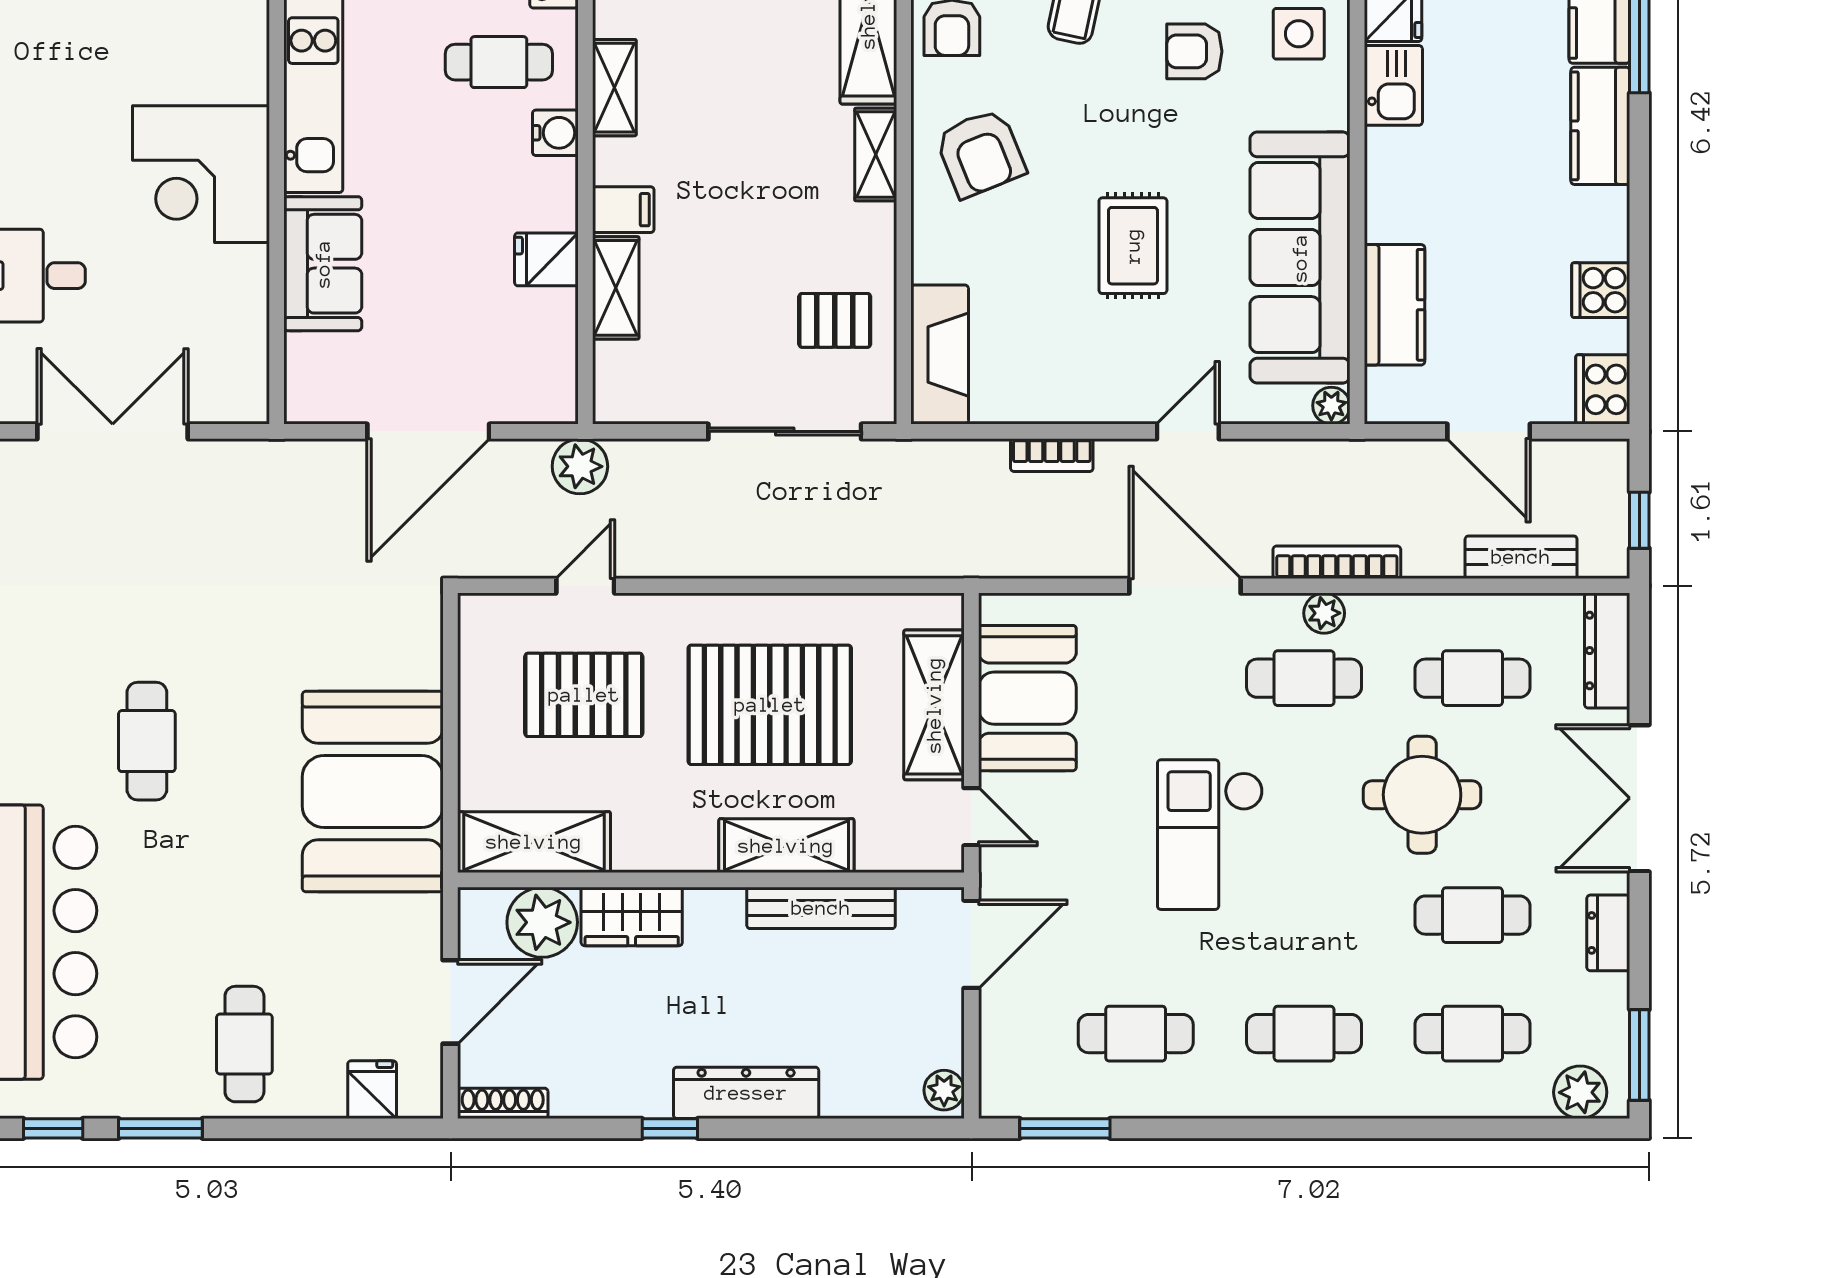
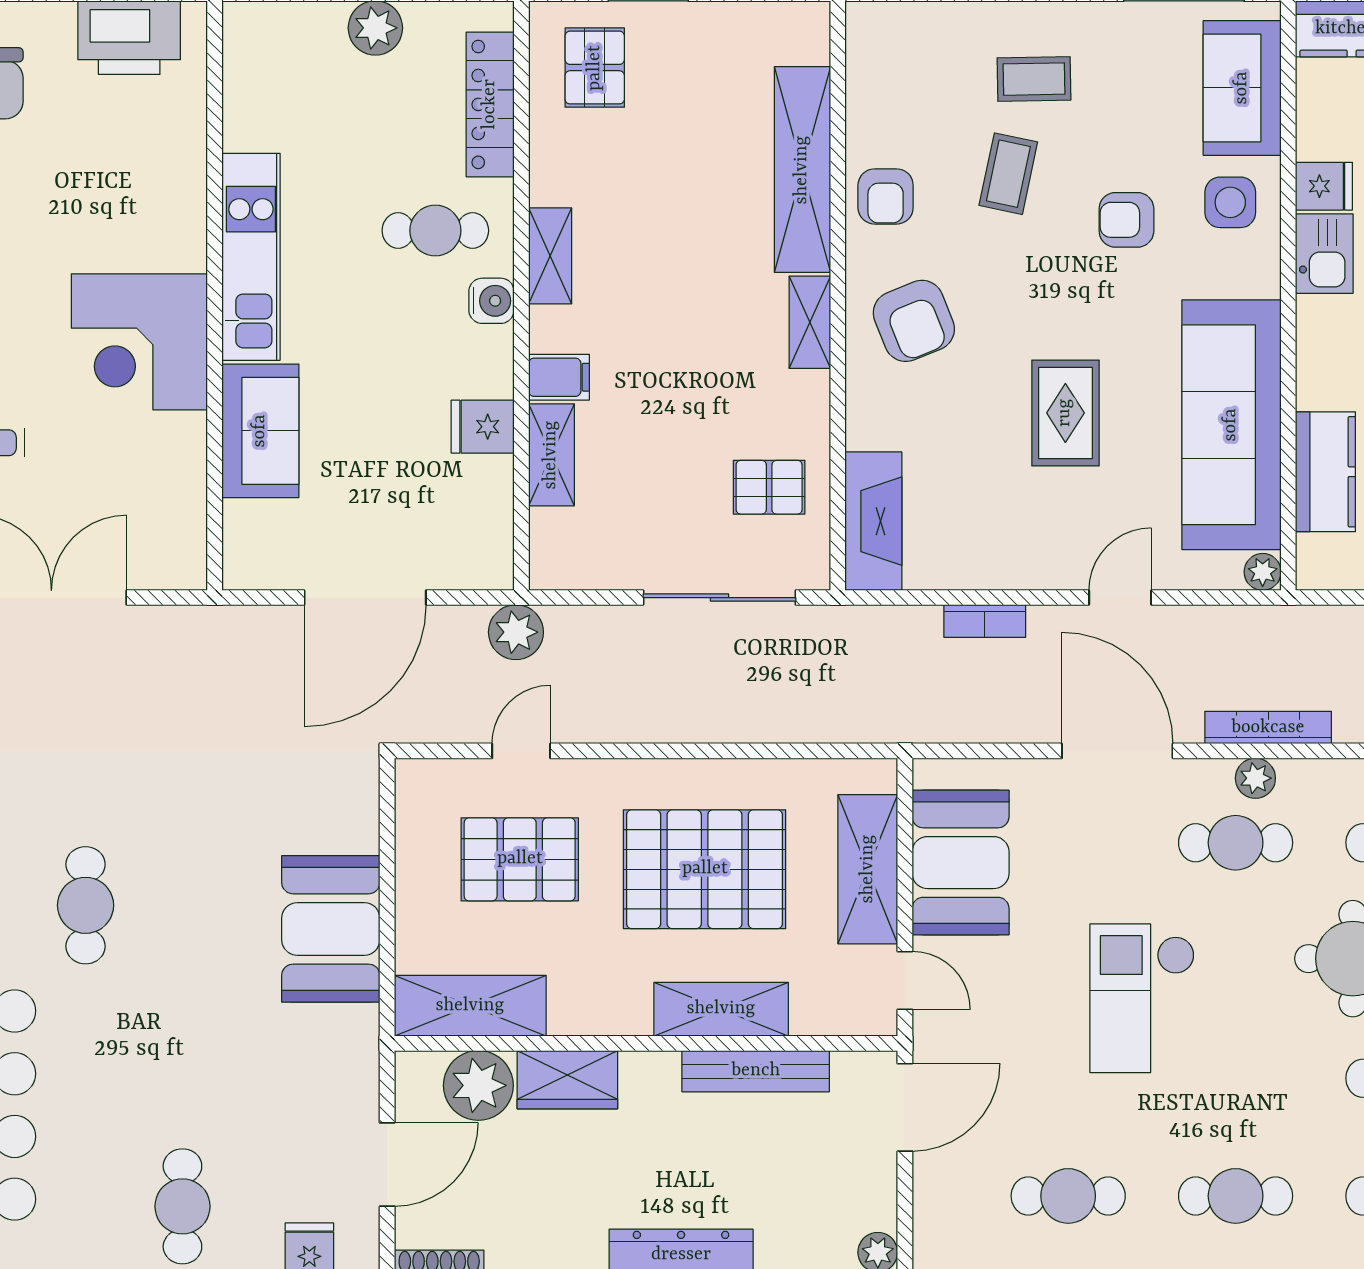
booth: (373, 792) -> (331, 929), width x0.73, depth x0.70

